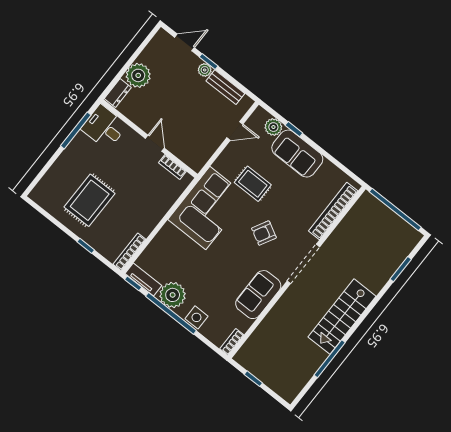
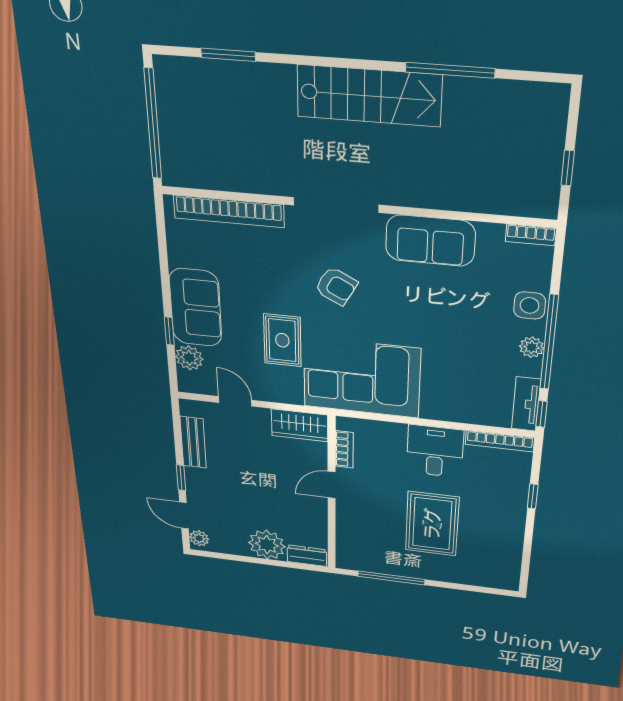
plant: (205, 70) -> (199, 538), moved
desk: (104, 127) -> (435, 451), moved, turned 180
wardrobe: (200, 154) -> (300, 425), added
rug: (90, 200) -> (432, 524), moved, turned 90
plant: (173, 295) -> (532, 347), width x0.53, depth x0.53

